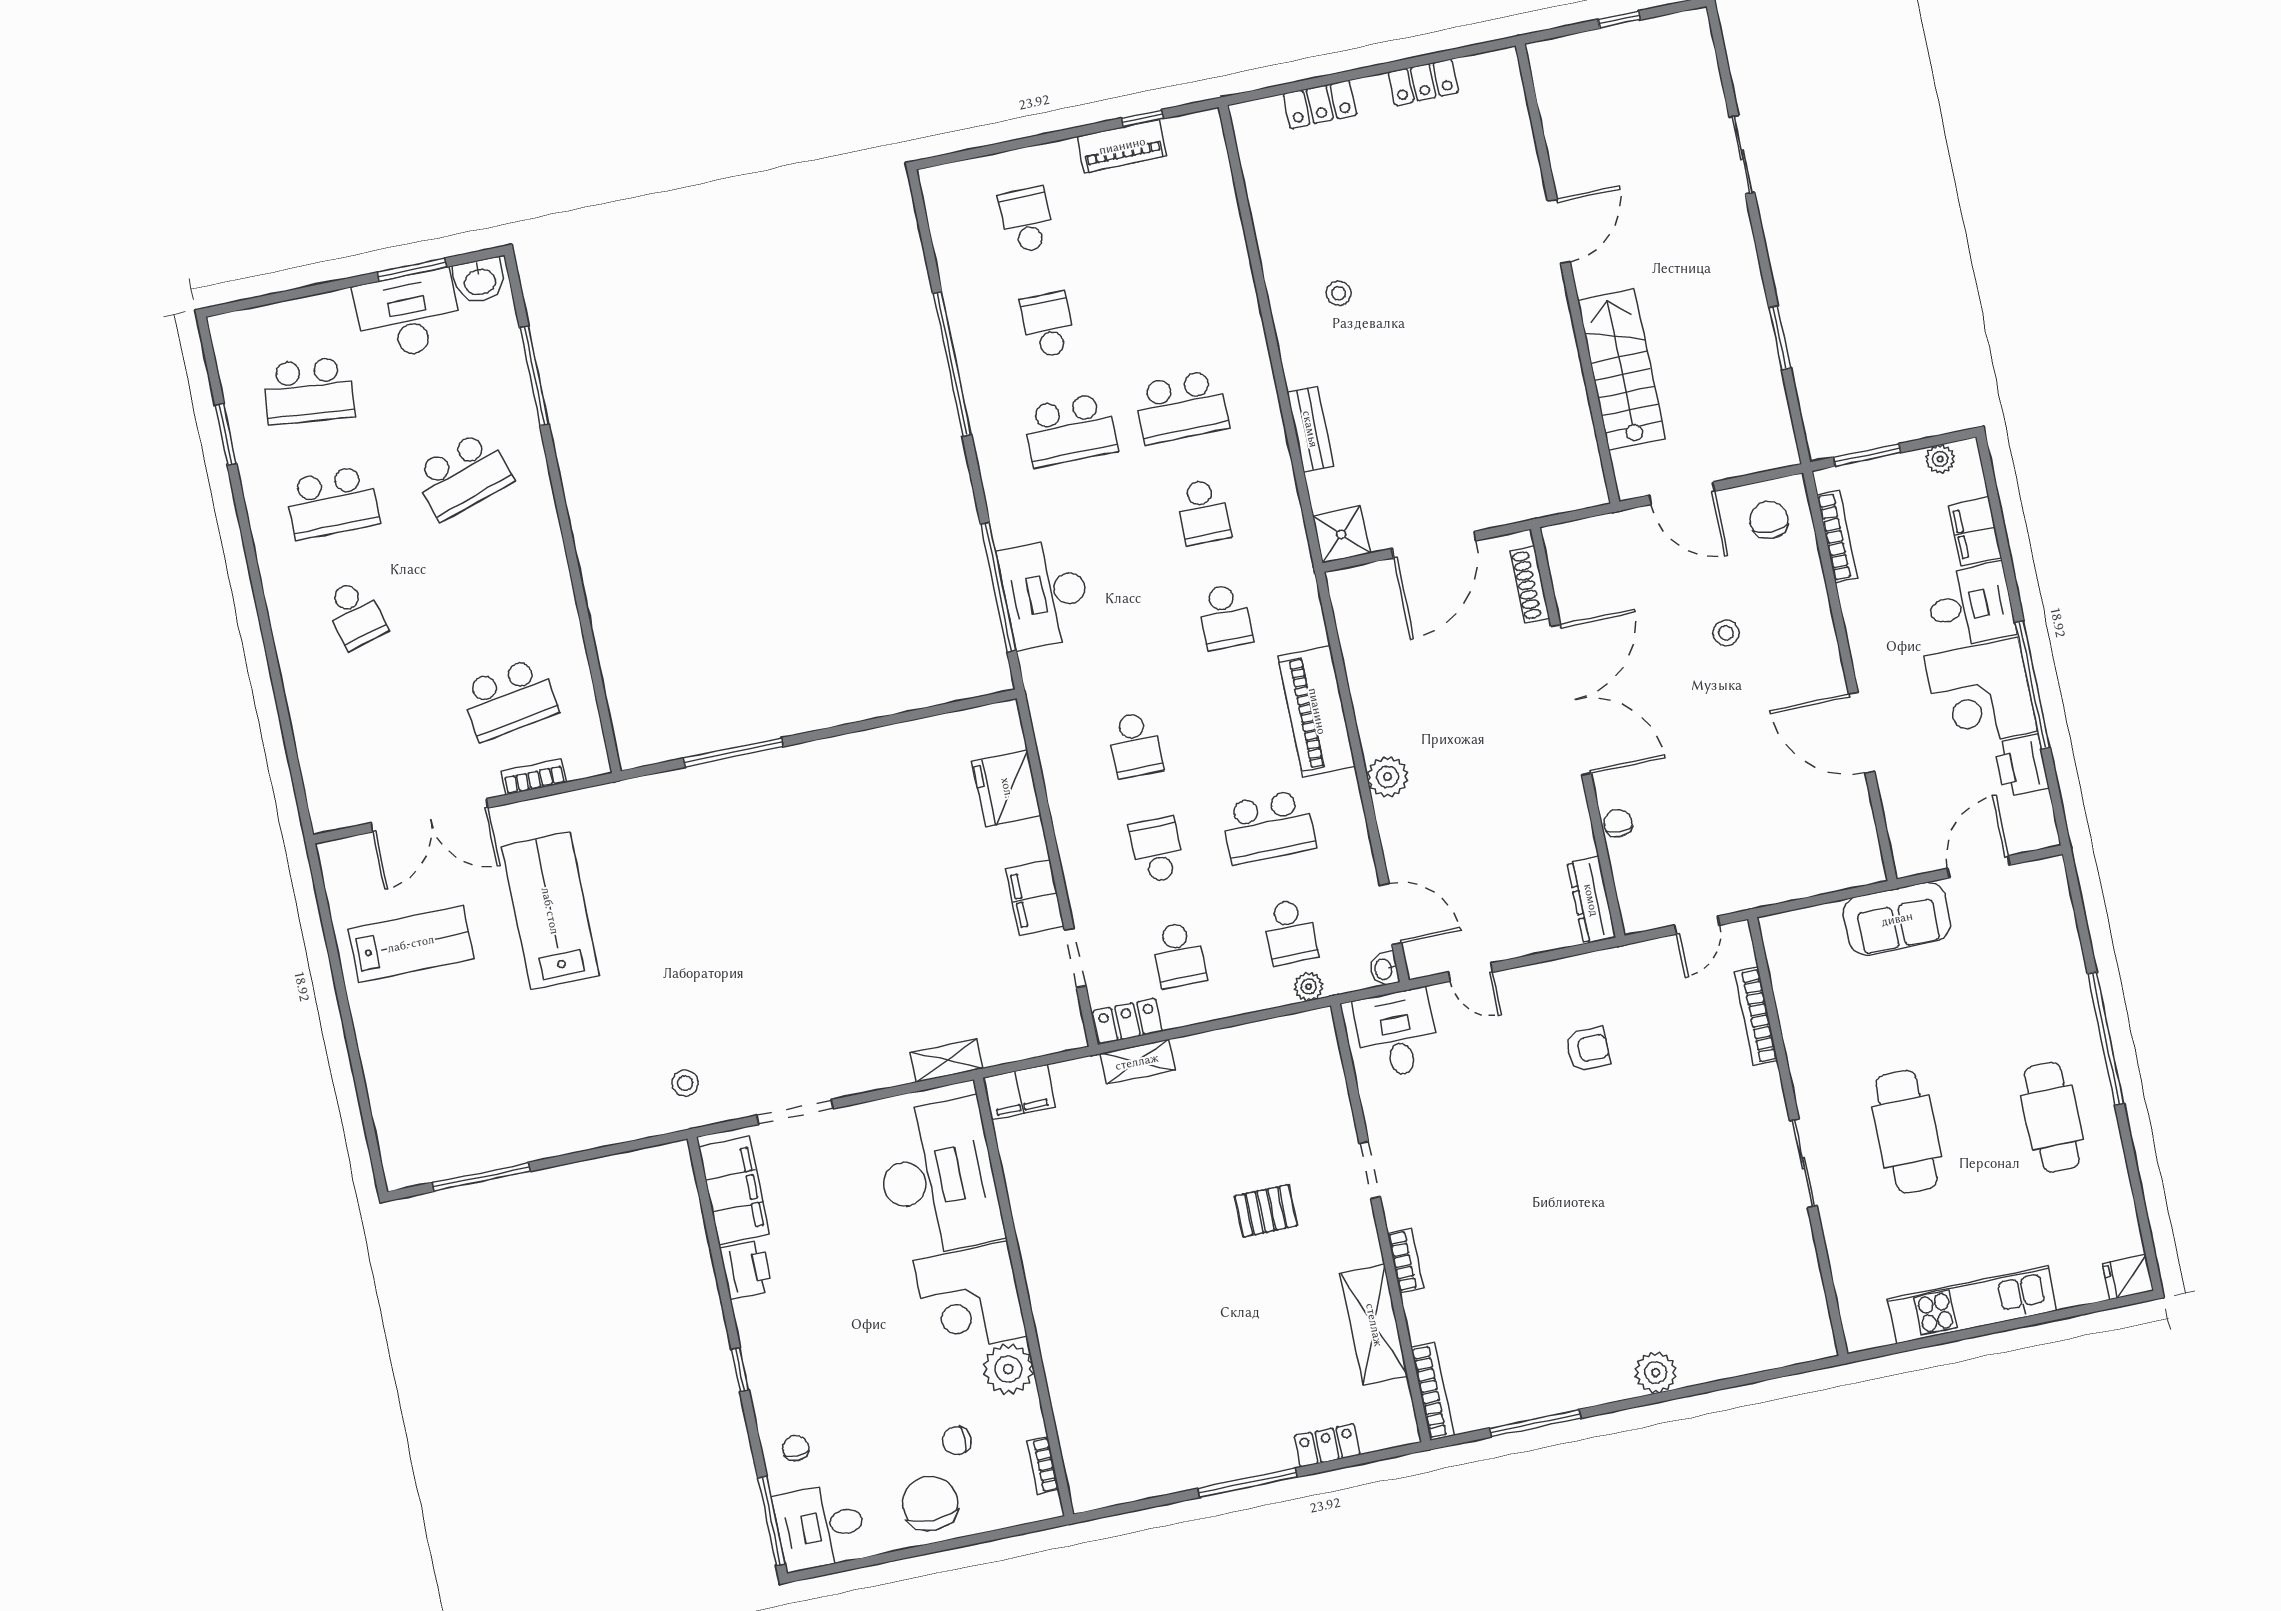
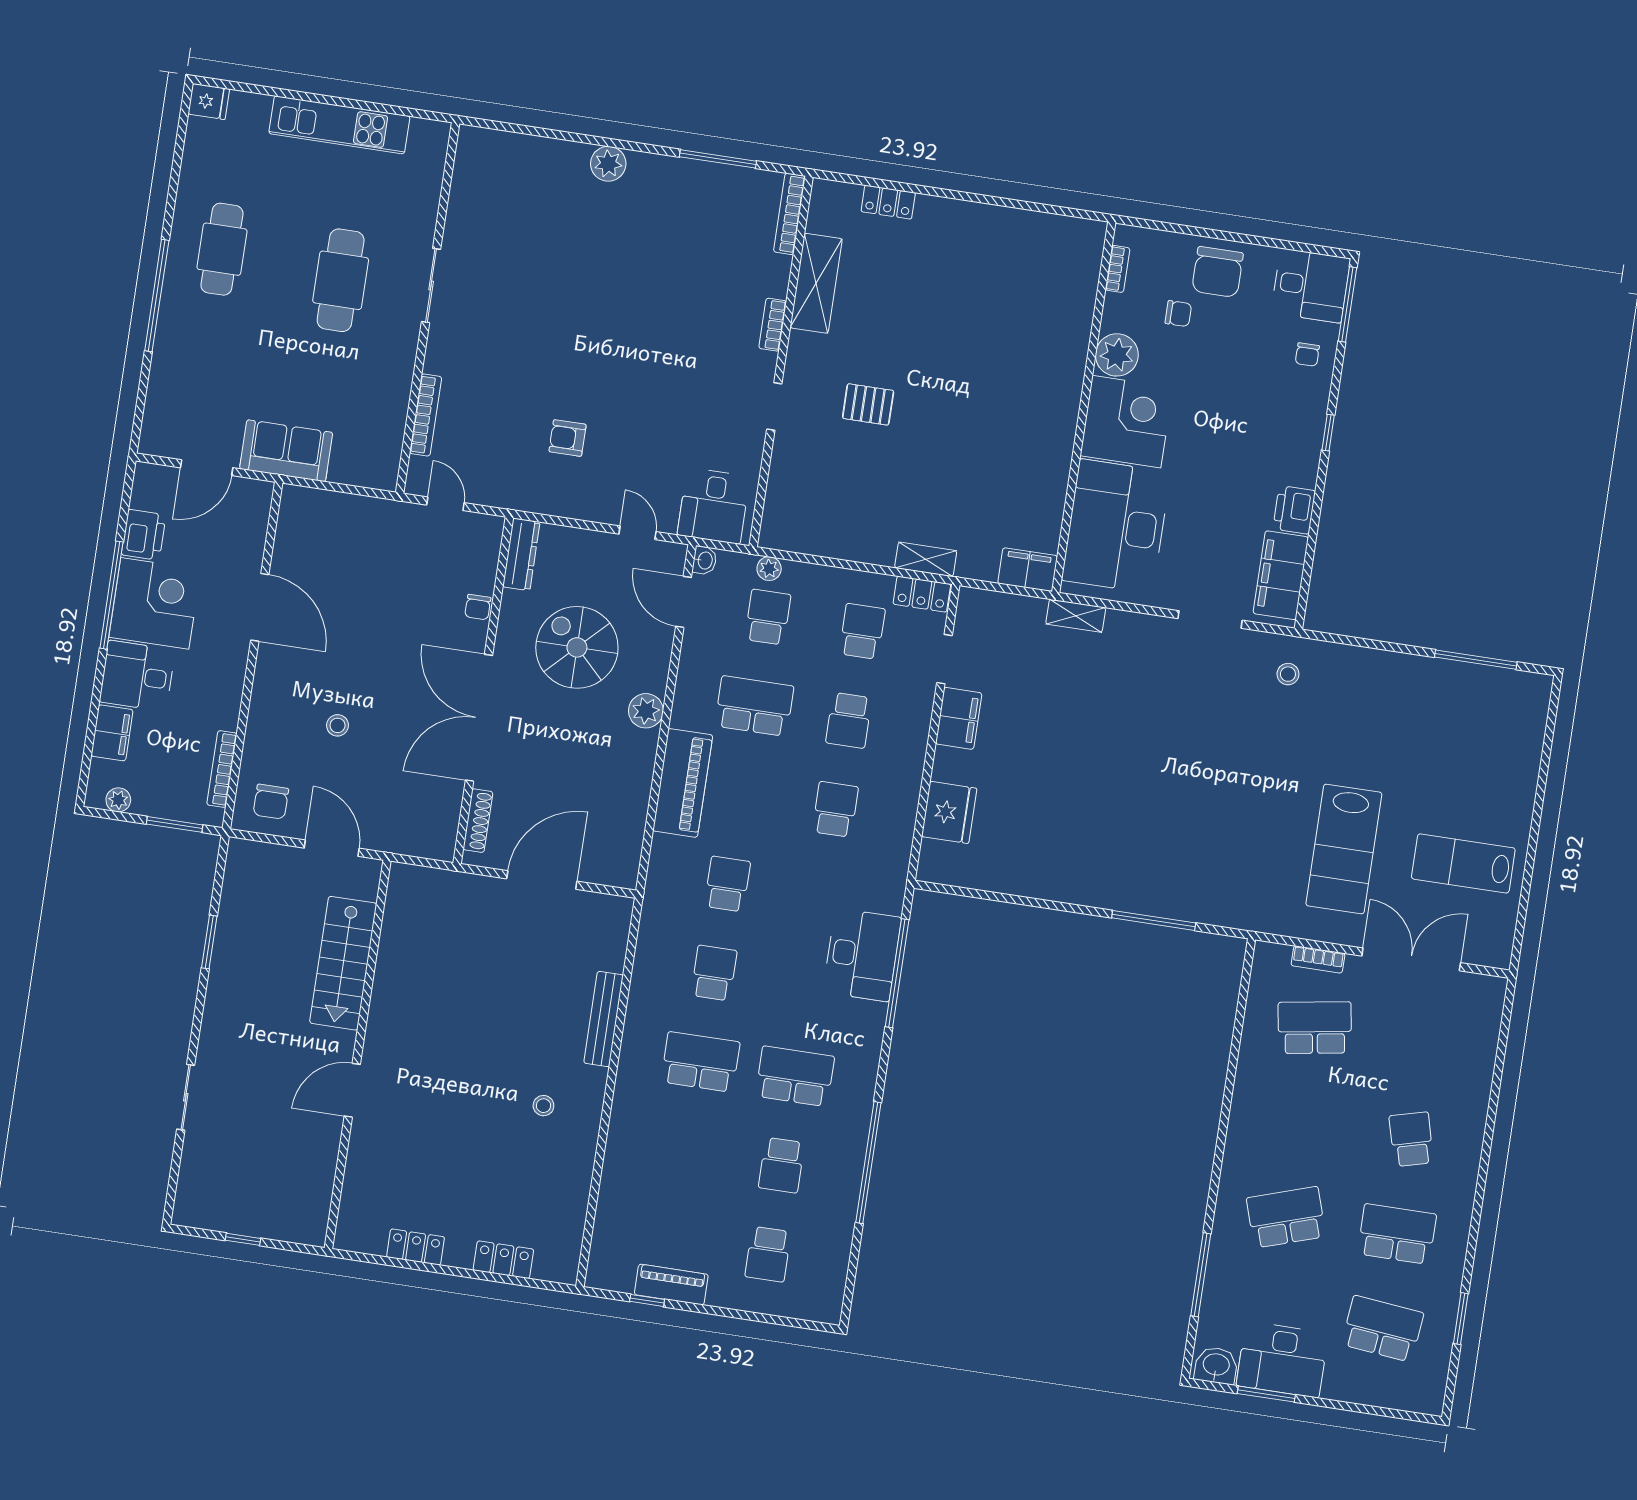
bench: (1310, 429) -> (604, 1019), width x1.36
shower: (1341, 534) -> (612, 915), removed
spiral stairs: (1491, 819) -> (577, 647), added
door: (1697, 925) -> (445, 504), hinge flipped
window: (1248, 1483) -> (961, 196), removed

